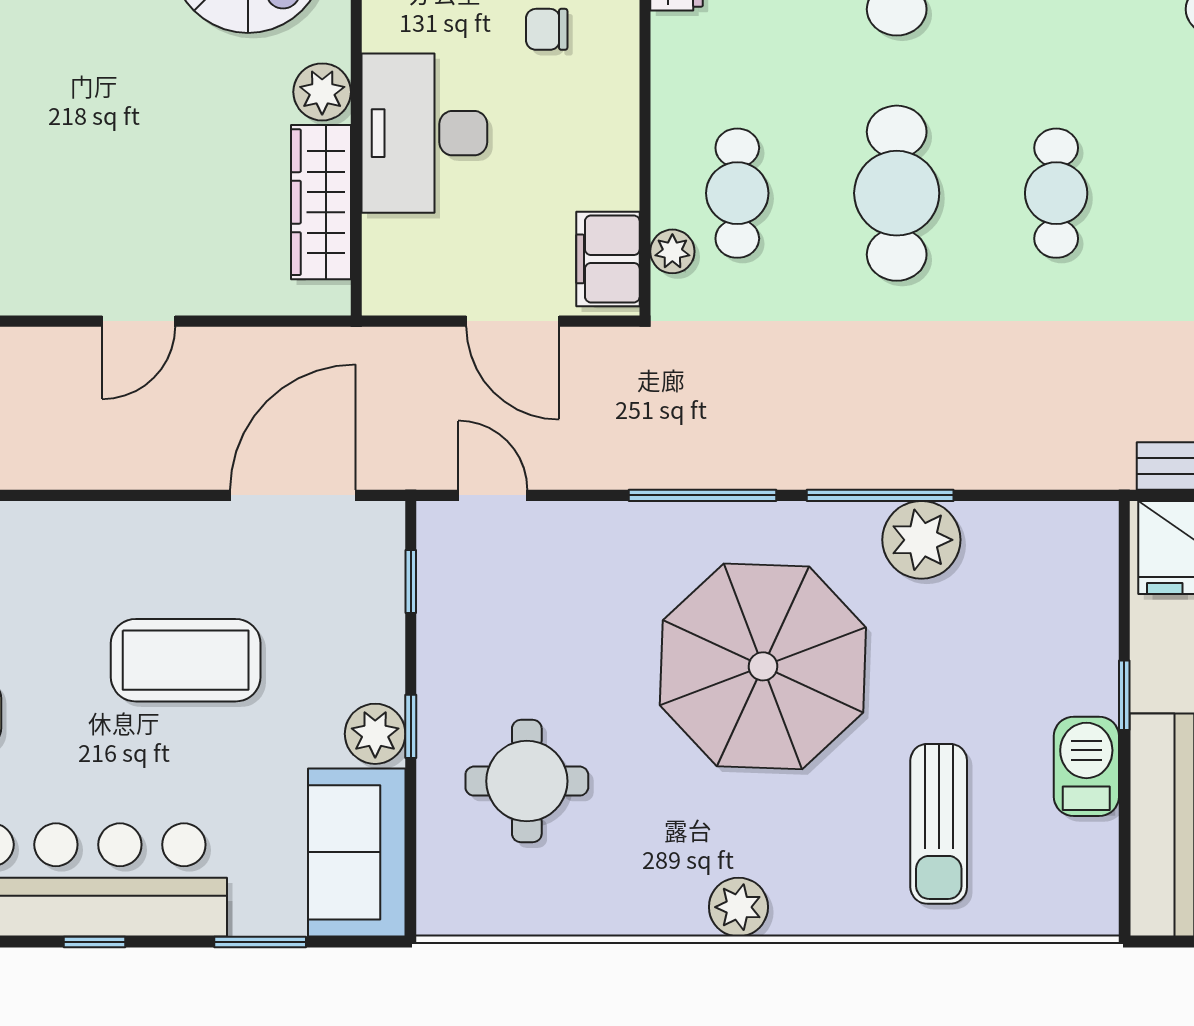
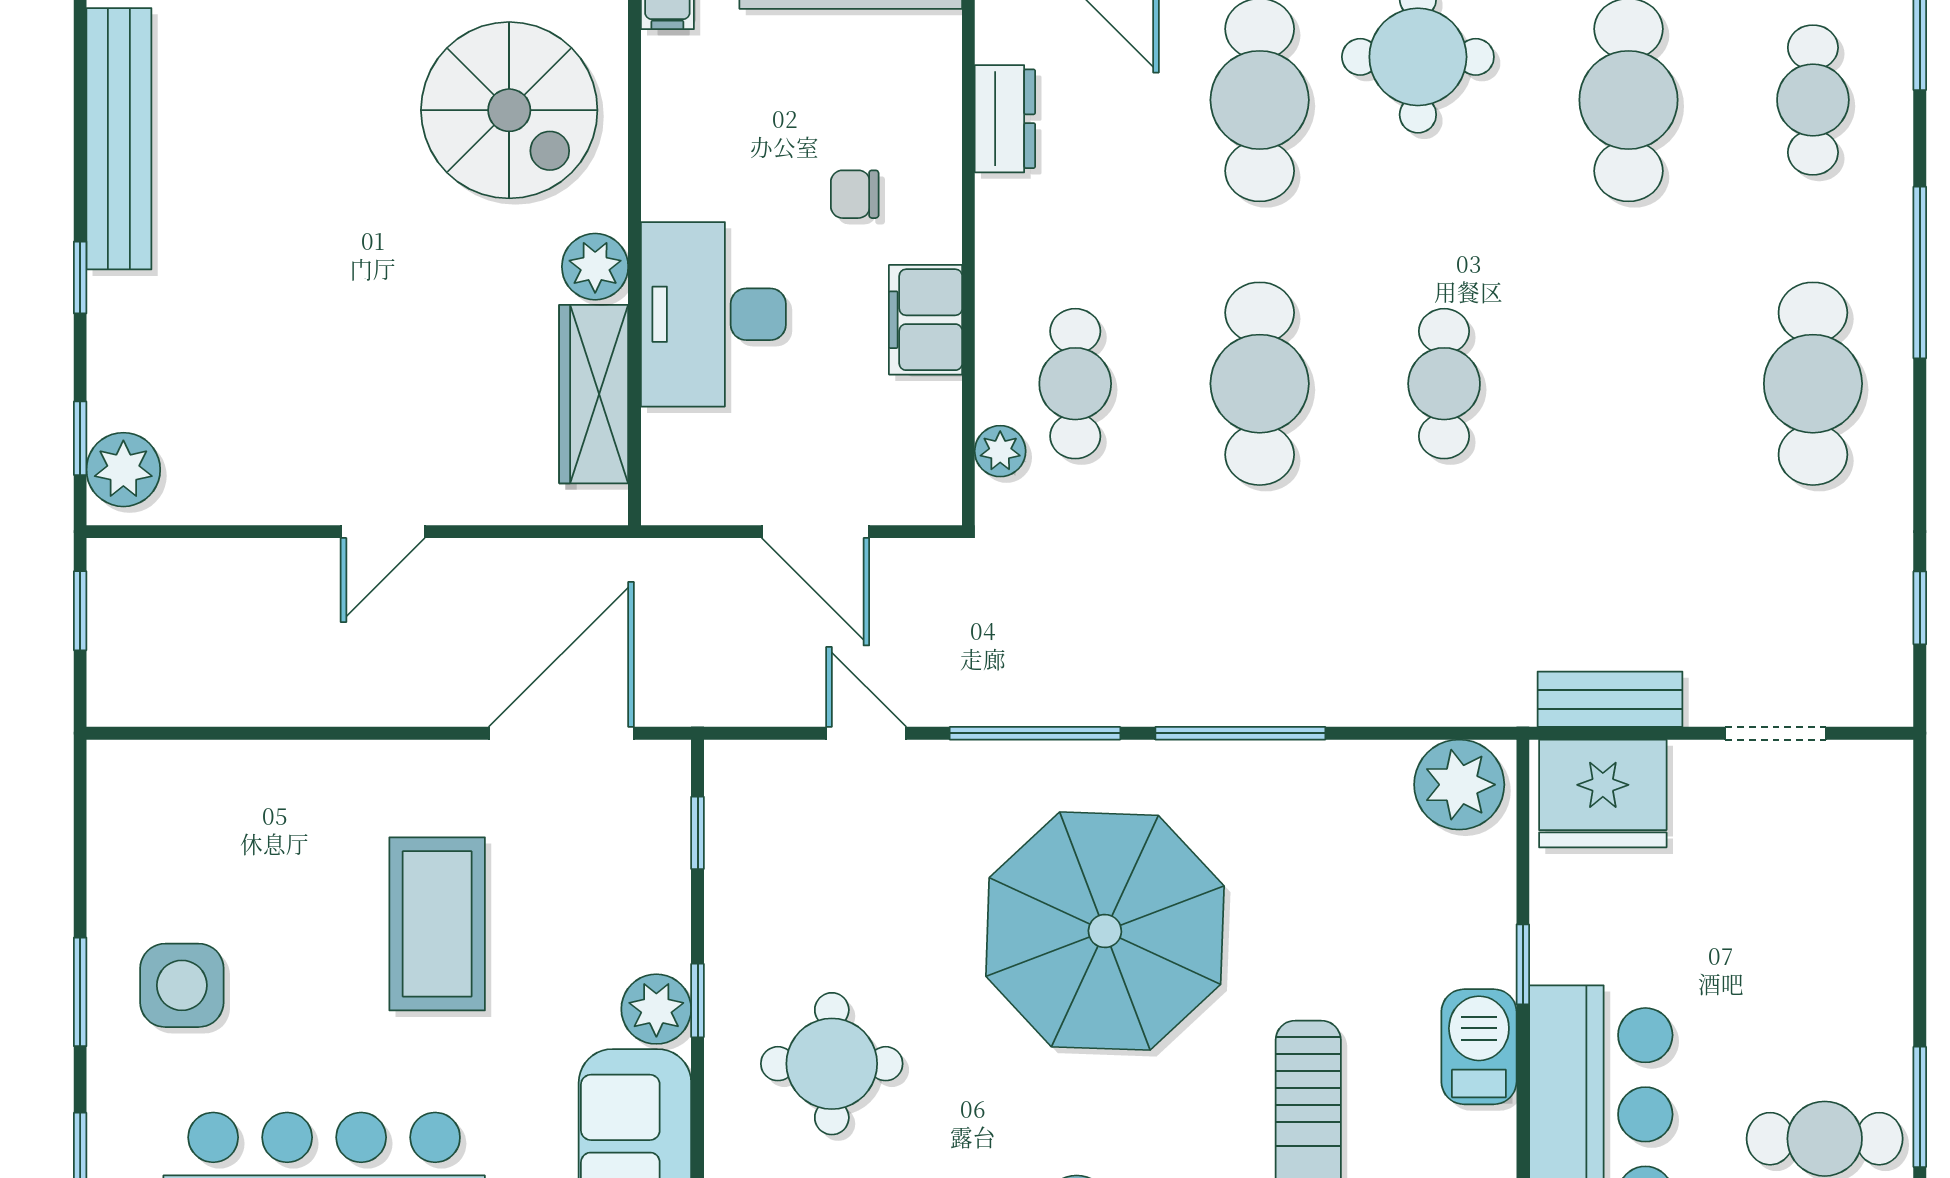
filing cabinet: (608, 259) -> (926, 320), moved
door: (493, 495) -> (866, 733), moved
plant: (921, 540) -> (1459, 785), moved
coffee table: (186, 660) -> (437, 924), turned 90

